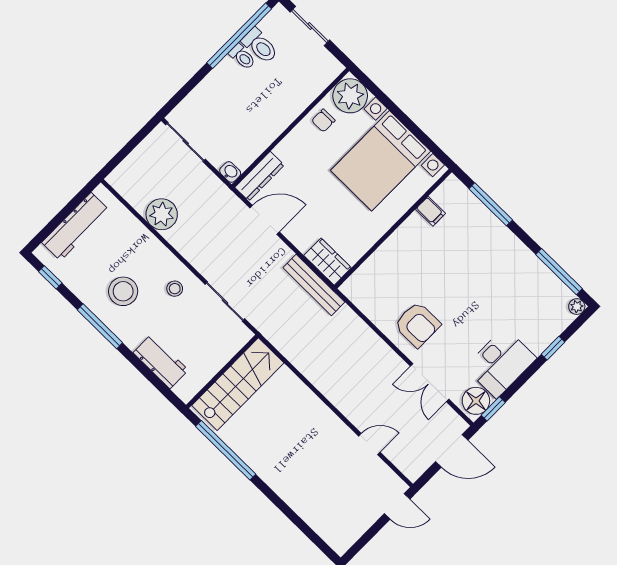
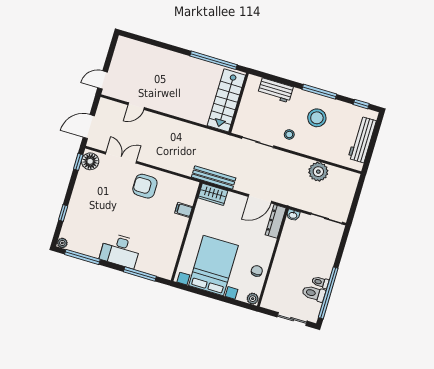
plant: (350, 96) -> (253, 299), width x0.53, depth x0.53
filing cabinet: (430, 211) -> (184, 210), moved
desk: (501, 363) -> (120, 250), moved, turned -90

